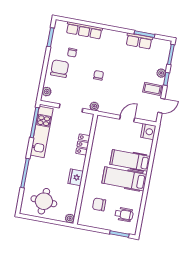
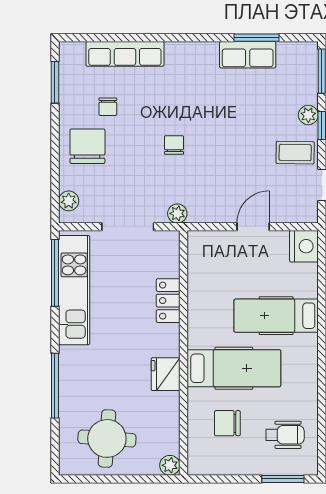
hospital bed: (124, 179) -> (234, 368), moved, turned 180

